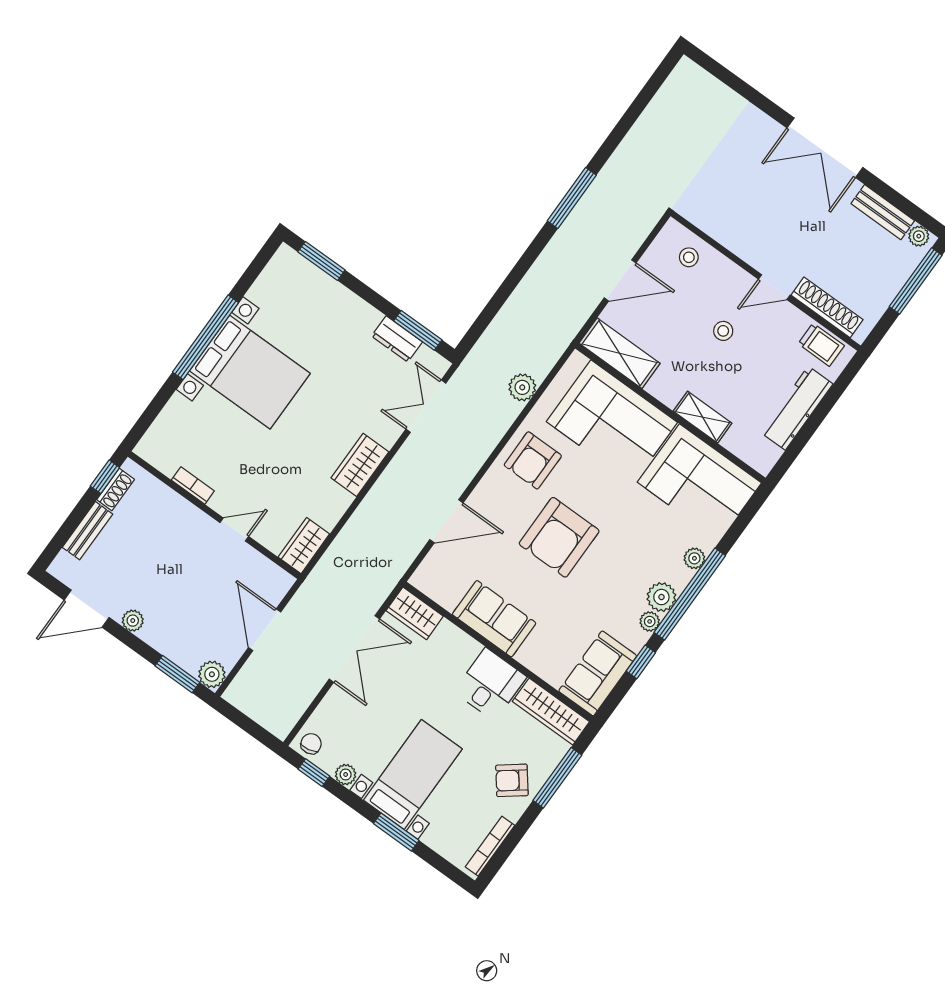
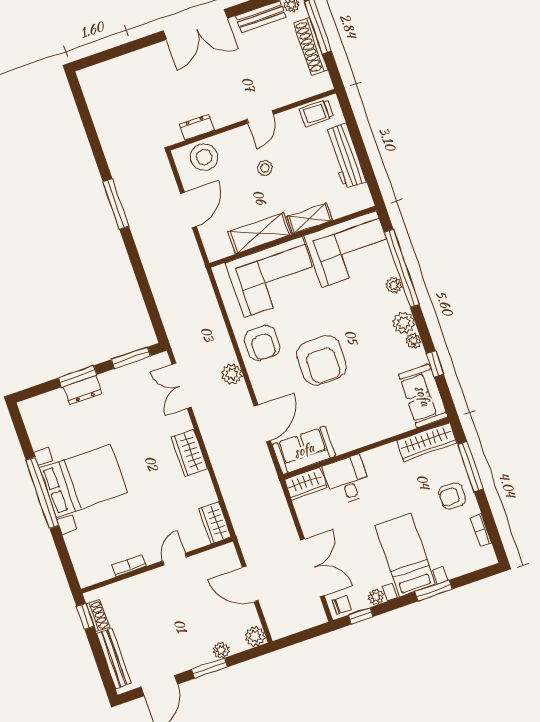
dresser: (716, 227) -> (197, 127), added
stool: (689, 257) -> (204, 157), width x1.89, depth x1.89
window: (321, 261) -> (78, 376), moved
shoe rack: (827, 307) -> (311, 46), moved, turned -90
dresser: (397, 339) -> (83, 390), moved
trolley: (821, 345) -> (316, 113), turned 180
shelving: (619, 353) -> (260, 233), moved
plant: (522, 387) -> (232, 374), moved
bench: (87, 531) -> (114, 658), width x1.36
window: (690, 594) -> (402, 268), moved
sofa: (494, 619) -> (304, 450), moved
plant: (133, 621) -> (221, 650), moved
double door: (354, 649) -> (312, 568), moved
window: (177, 674) -> (209, 668), moved
desk: (490, 684) -> (347, 480), moved
chair: (311, 744) -> (342, 605), turned 101
armchair: (512, 780) -> (452, 496), turned 38
bookcase: (490, 846) -> (481, 530), width x0.64

